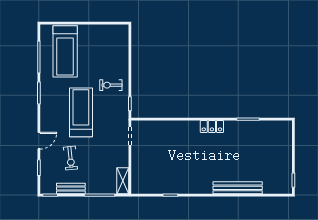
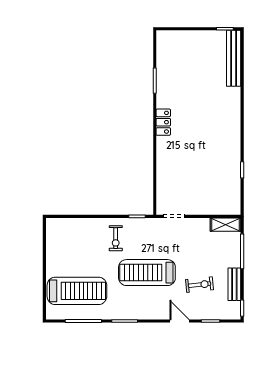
bench: (238, 188) -> (234, 58), moved

